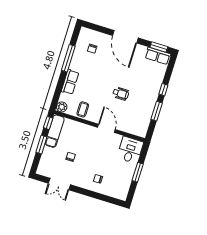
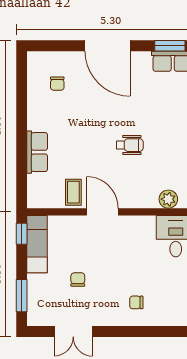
window: (68, 58) -> (22, 113), removed
plant: (62, 107) -> (168, 199), moved
door: (106, 128) -> (102, 212), moved
window: (41, 145) -> (22, 296), moved

